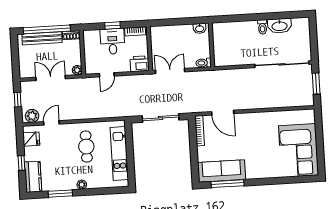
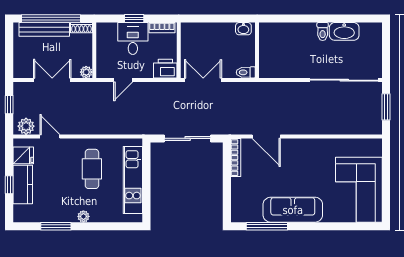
door: (51, 123) -> (50, 136), hinge flipped
sofa: (222, 171) -> (293, 210), moved
kitchen counter: (33, 177) -> (23, 184), moved

